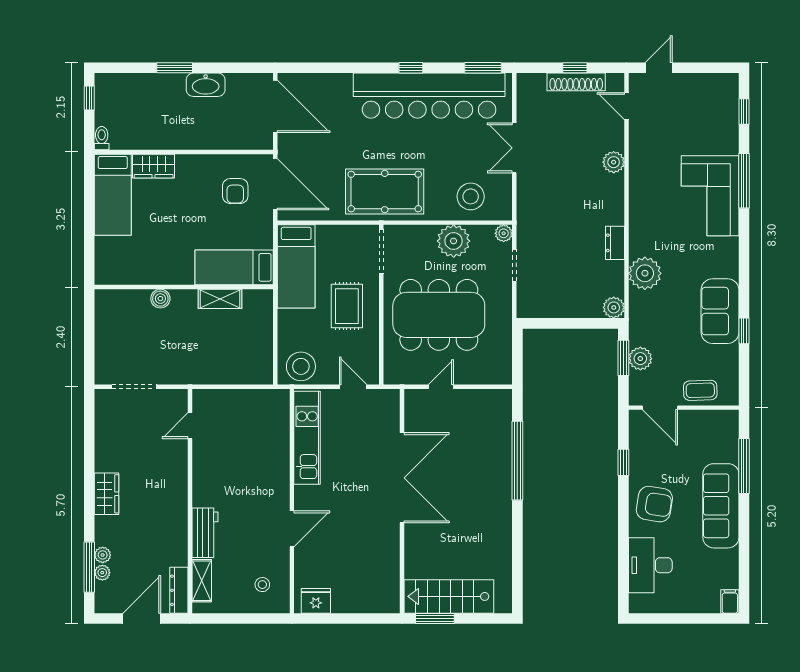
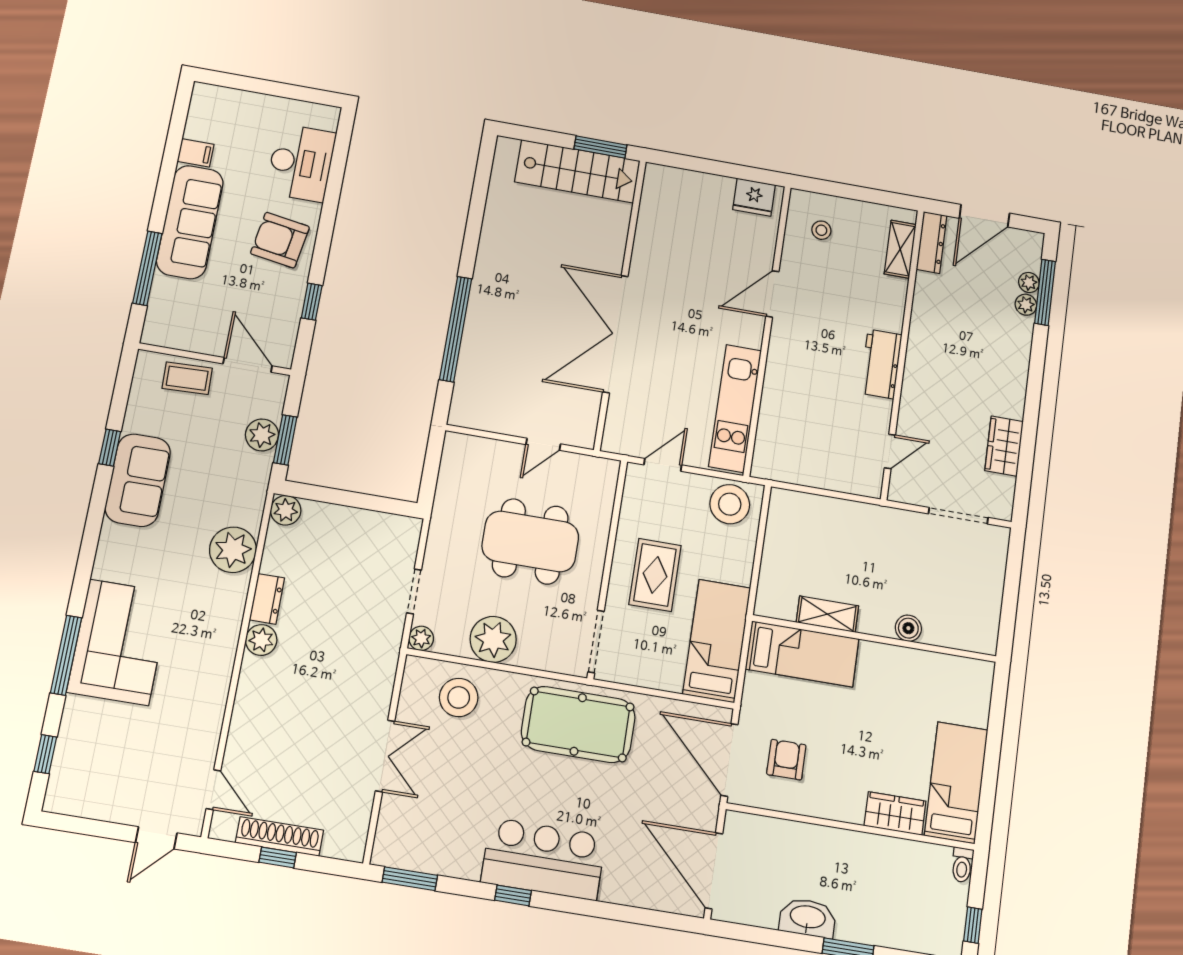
bar counter: (429, 96) -> (544, 859), width x0.54
plant: (614, 162) -> (261, 640), moved
dining table: (439, 315) -> (530, 541), width x0.73, depth x0.80
door: (353, 387) -> (663, 465), swing flipped
wardrobe: (107, 494) -> (1004, 446), moved
workbench: (205, 533) -> (881, 364), moved
filing cabinet: (730, 601) -> (196, 153), moved, turned -90

